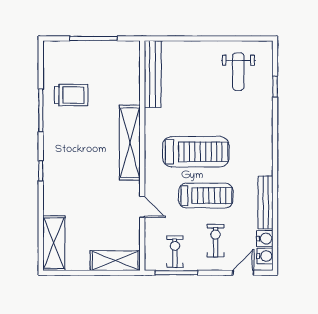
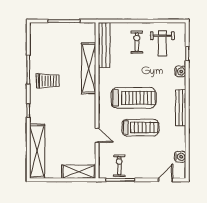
trolley: (71, 95) -> (48, 81), moved
shelving: (130, 143) -> (89, 68), moved
bench: (266, 203) -> (181, 108), moved
exercise bike: (216, 241) -> (137, 42), moved
shelving: (54, 243) -> (37, 151), width x1.47
water cooler: (265, 256) -> (180, 71), moved

